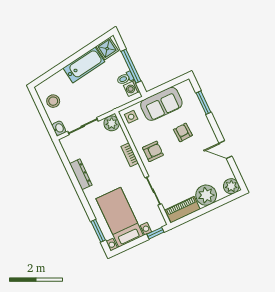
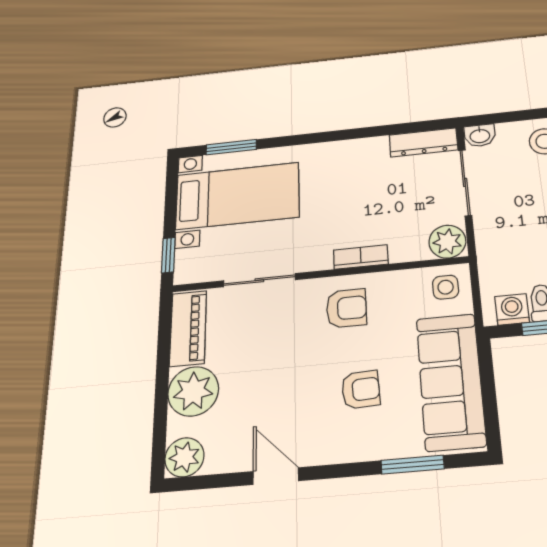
sofa: (161, 104) -> (451, 381), width x1.36
door: (225, 150) -> (276, 476), hinge flipped
armchair: (153, 151) -> (346, 308), turned -90
dresser: (81, 174) -> (423, 142), moved

